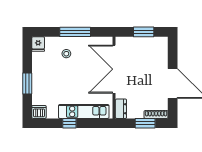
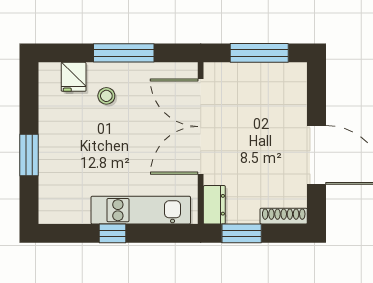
window: (144, 32) -> (259, 53), width x1.44
fridge: (38, 44) -> (74, 77), moved
dishwasher: (39, 112) -> (52, 211), removed
window: (145, 123) -> (242, 233), moved

